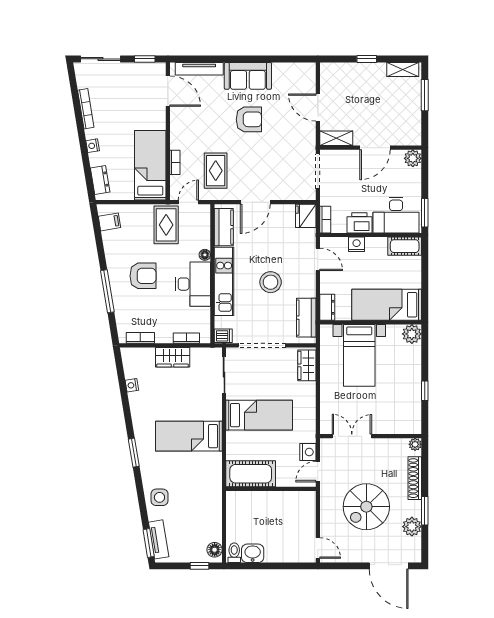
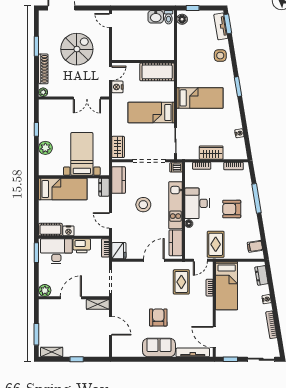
armchair: (249, 119) -> (158, 317), turned 90
nightstand: (357, 244) -> (68, 231), moved
plant: (412, 334) -> (45, 148), moved
plant: (412, 527) -> (45, 35), removed

